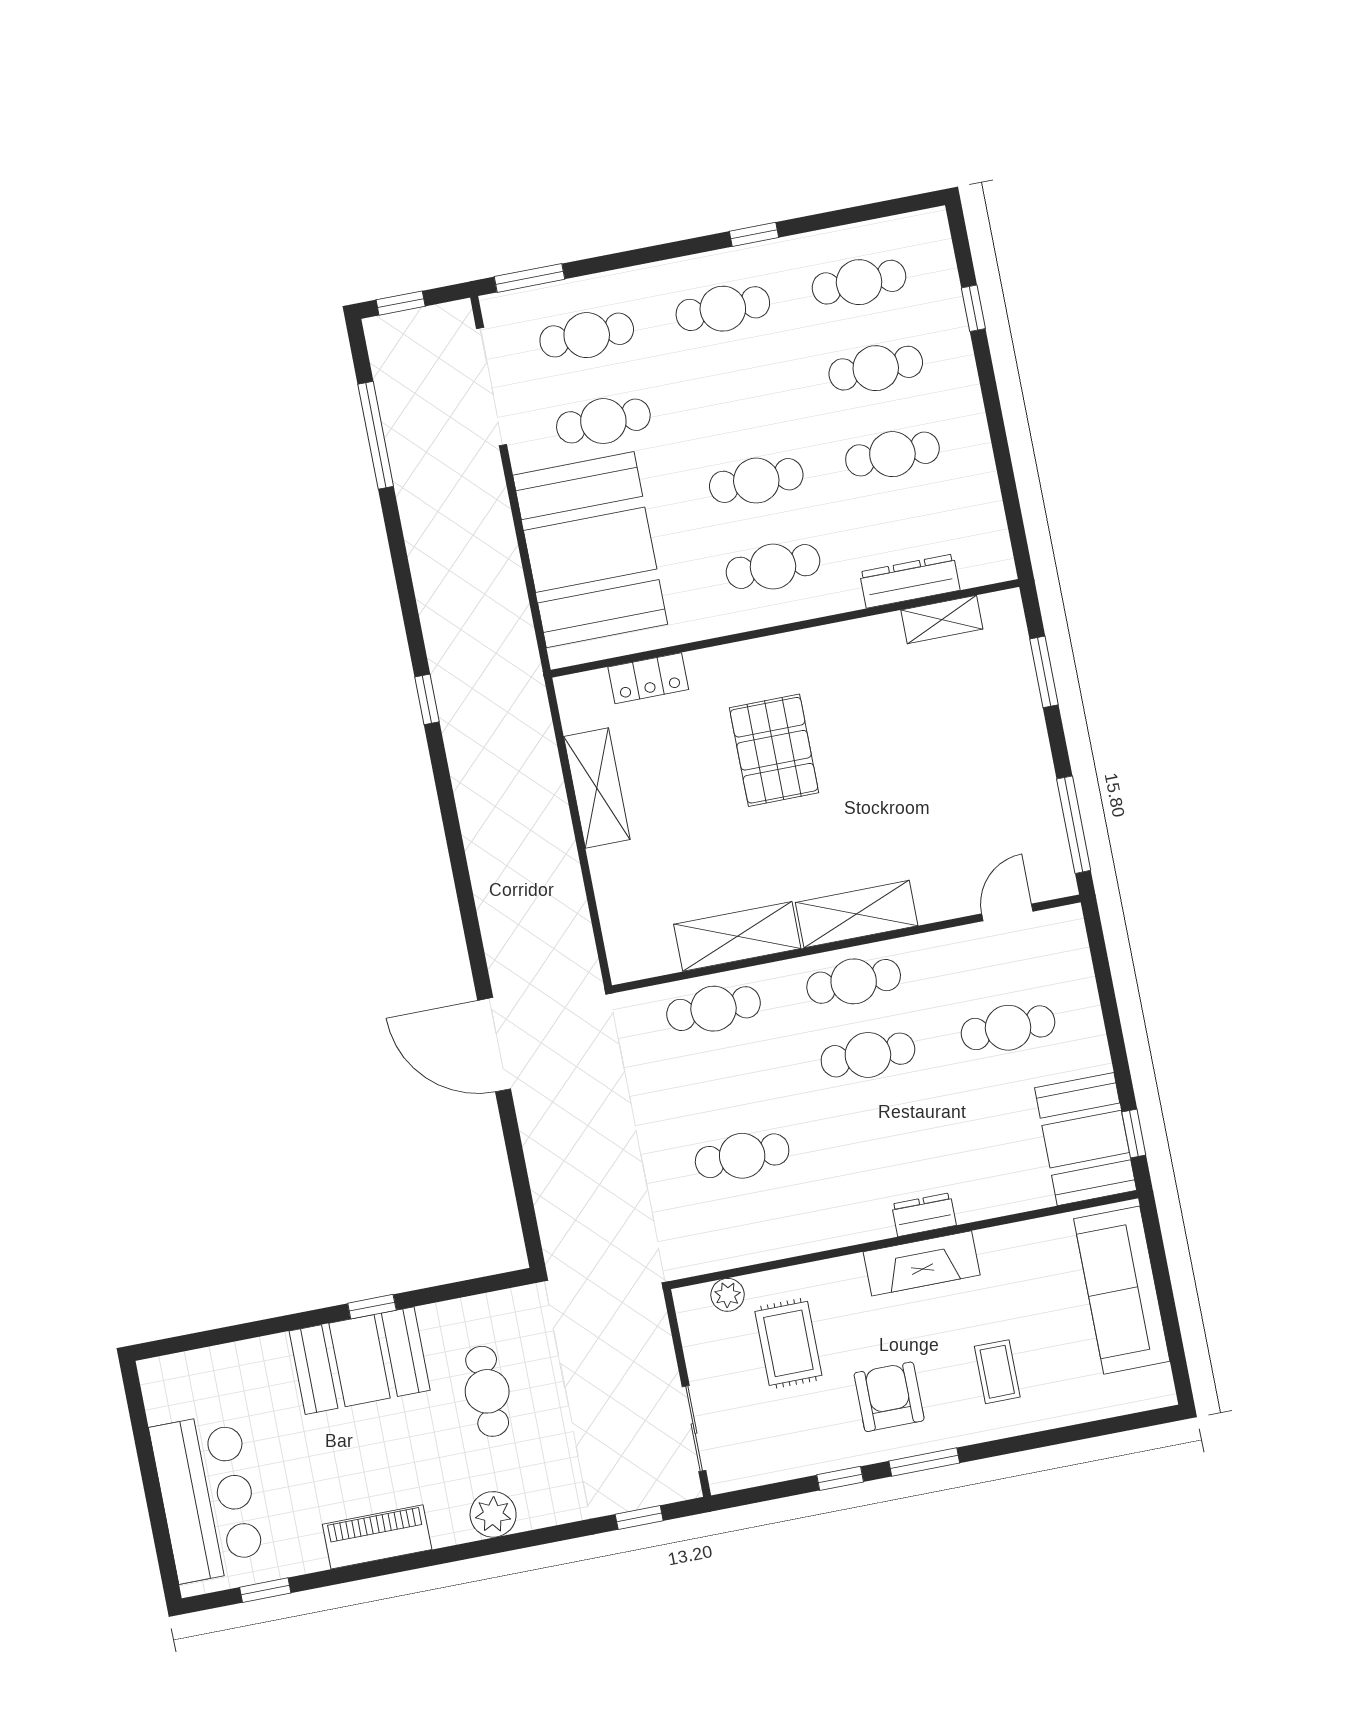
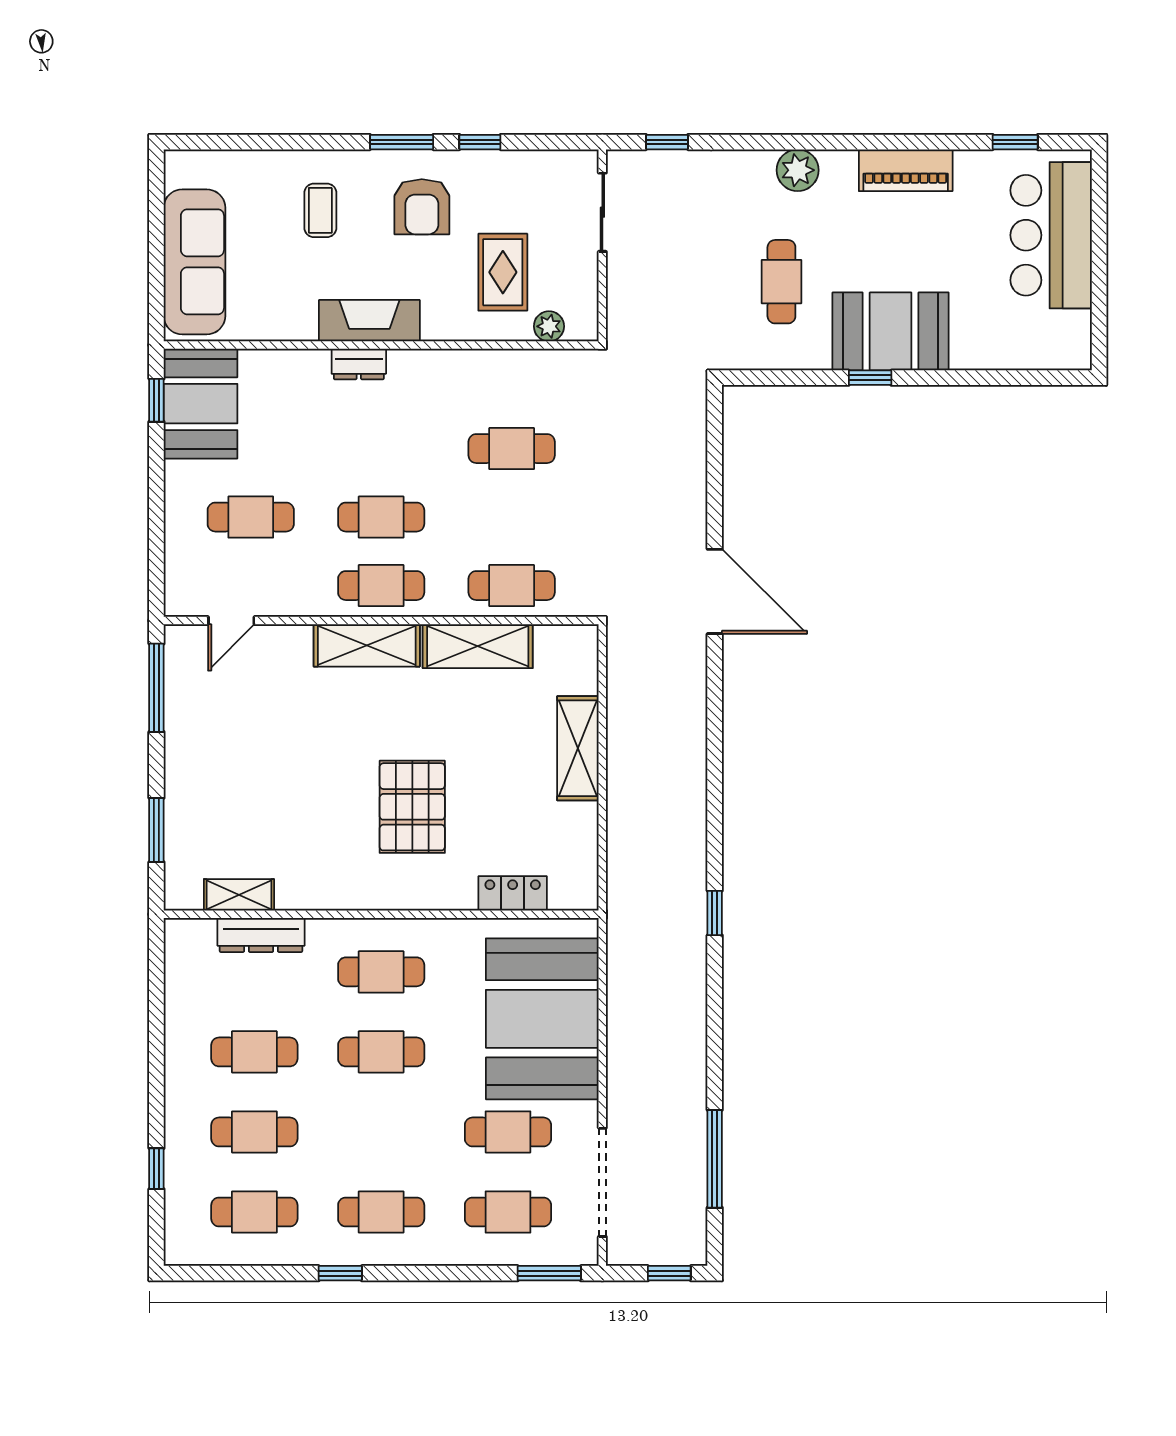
shelving: (597, 788) -> (578, 748), moved

